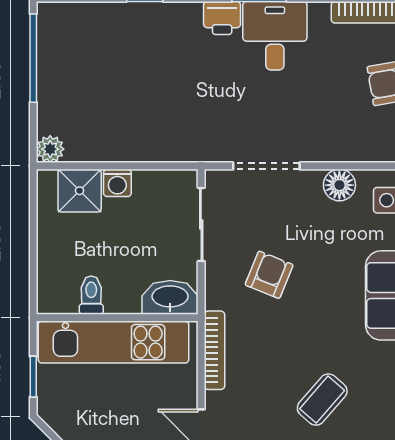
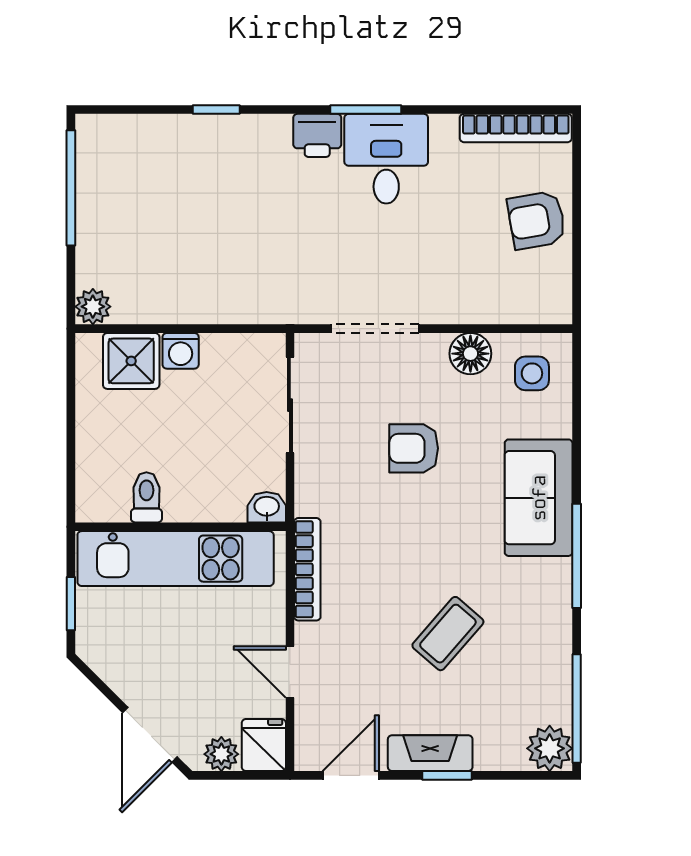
armchair: (269, 275) -> (414, 448), moved, turned -112
washbasin: (170, 297) -> (267, 507), width x0.52, depth x0.69

